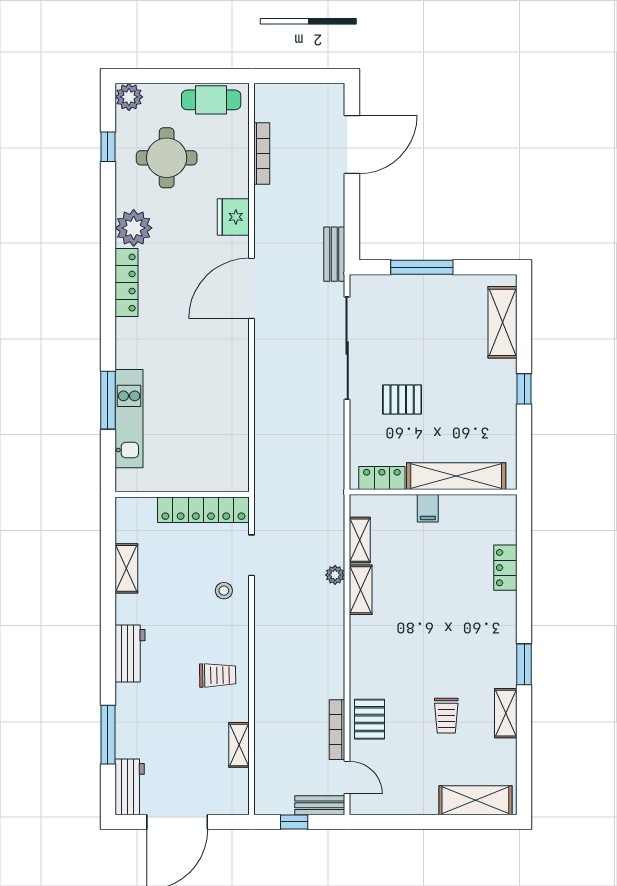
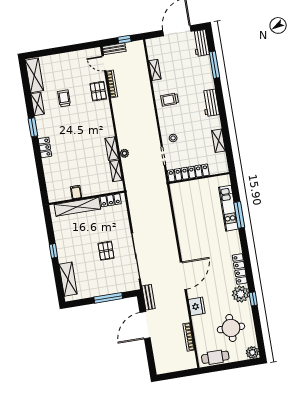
door: (352, 145) -> (145, 325), moved
window: (108, 147) -> (253, 299), moved
pallet: (402, 400) -> (106, 251), moved, turned 90
filing cabinet: (428, 508) -> (76, 192), moved
locker: (505, 568) -> (45, 147), moved
shelving: (475, 800) -> (34, 75), moved, turned 90

